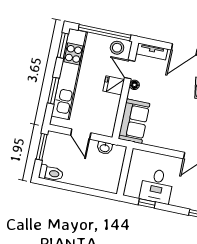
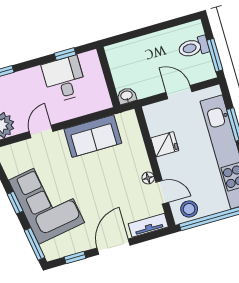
fridge: (114, 85) -> (165, 144), moved
sofa: (134, 121) -> (93, 136), moved, turned -90
washbasin: (105, 148) -> (127, 96), moved
toilet: (51, 173) -> (194, 47), moved

